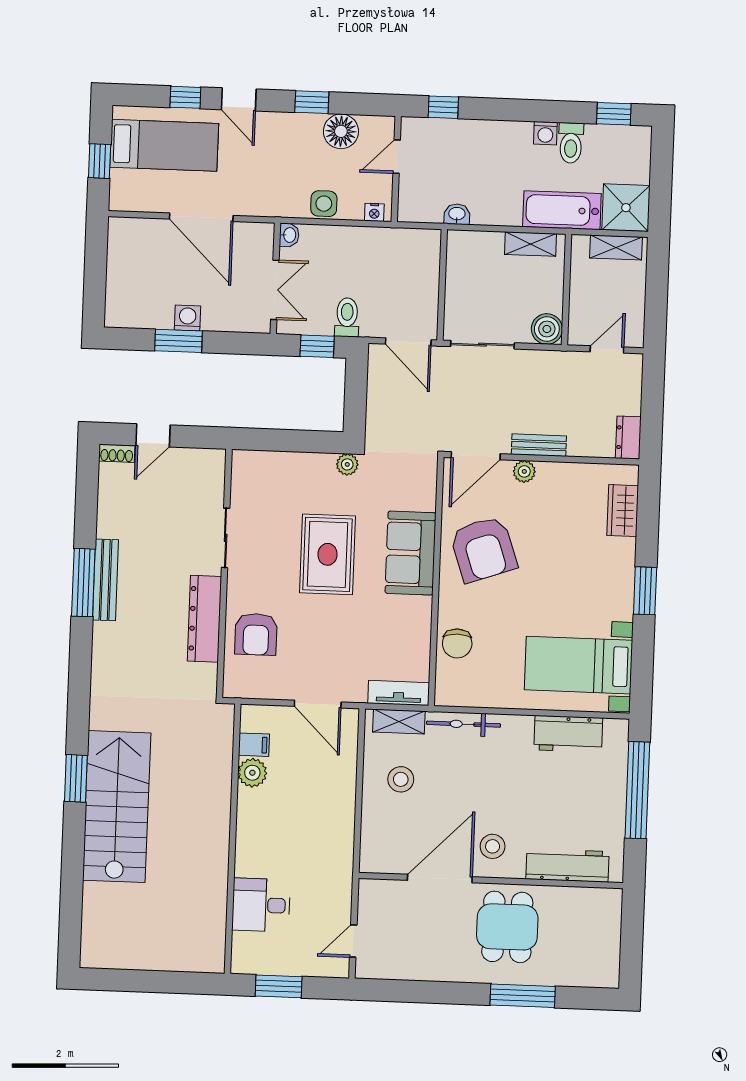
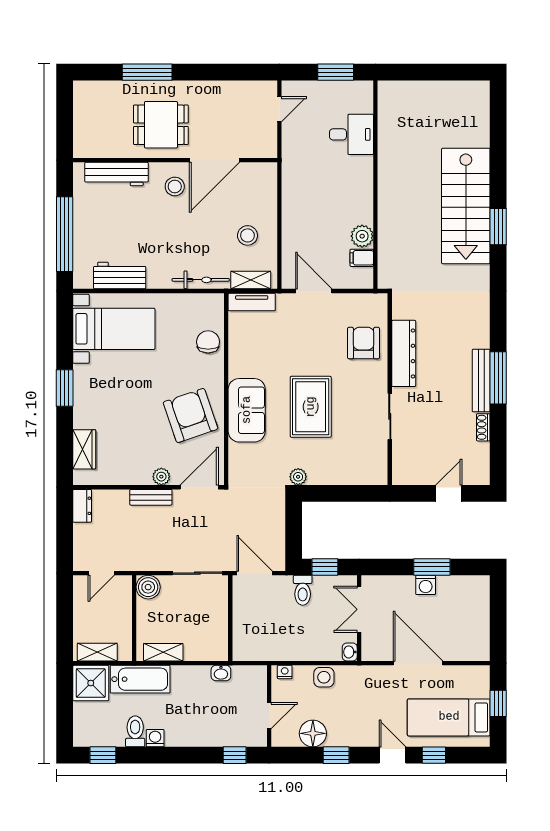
shoe rack: (117, 453) -> (483, 427), moved, turned -90
dining table: (507, 927) -> (161, 125), turned 90

